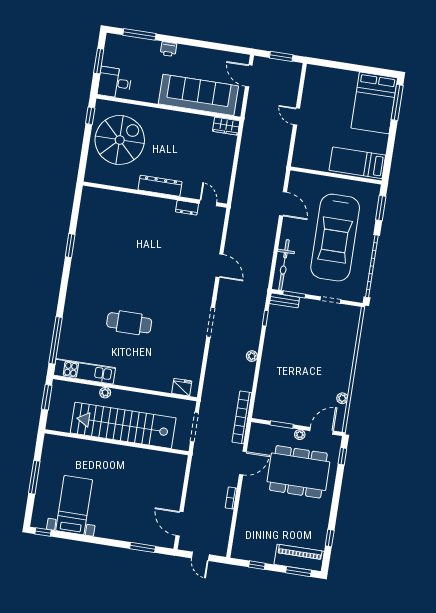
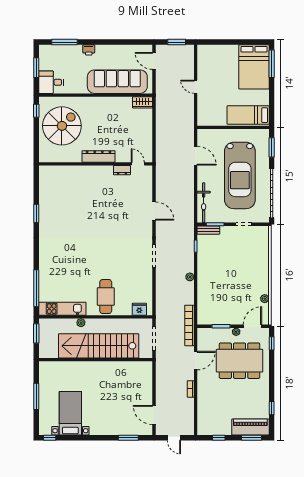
cafe table: (129, 323) -> (106, 297), moved, turned 90

